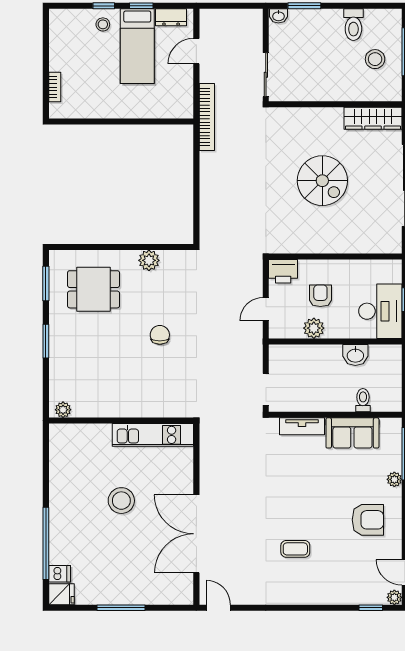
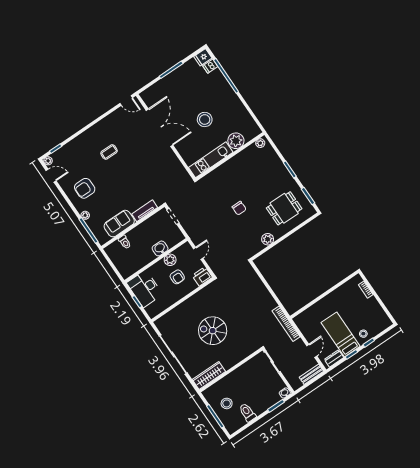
bench: (220, 17) -> (311, 374), added
washbasin: (355, 355) -> (160, 248), moved
plant: (97, 438) -> (236, 141), added

